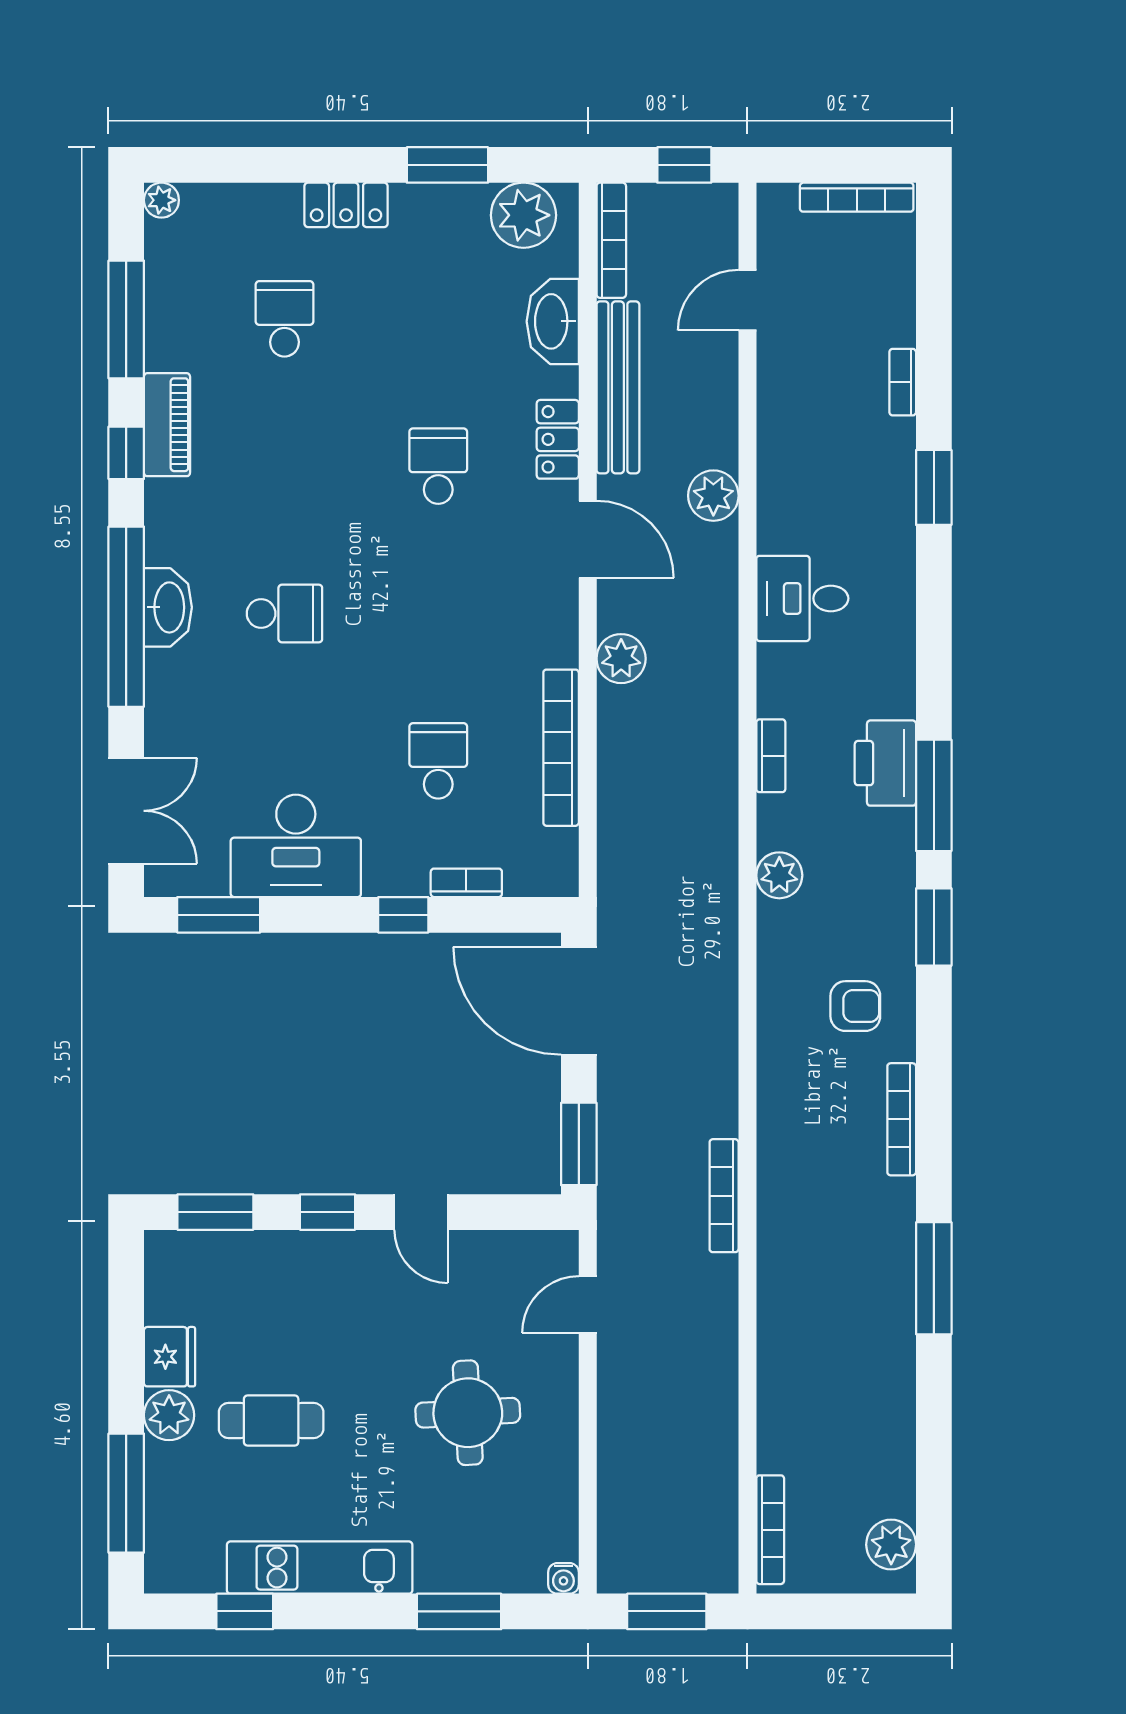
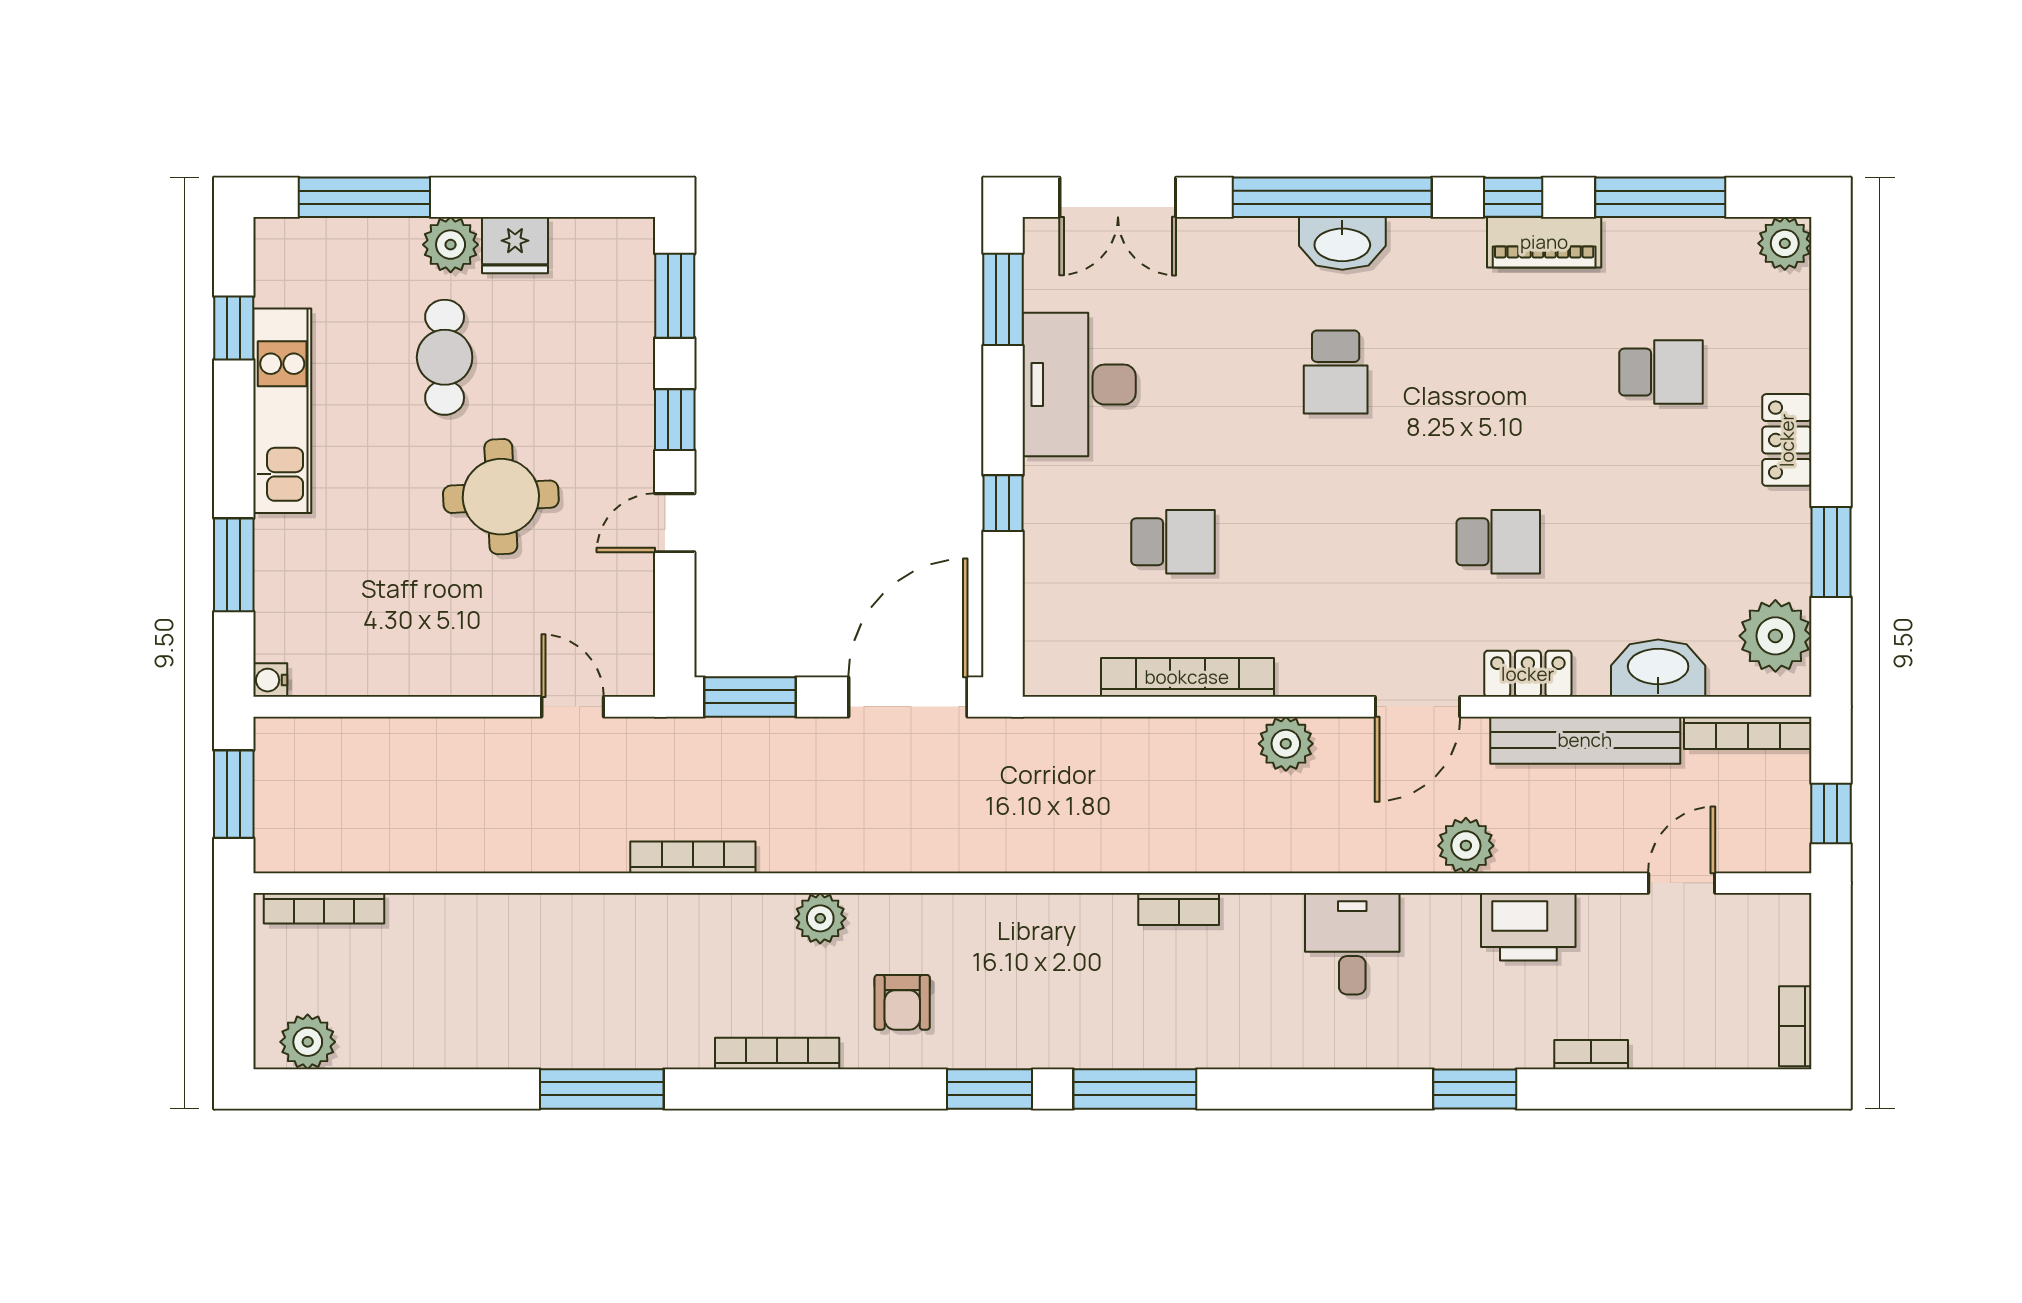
bookcase: (857, 197) -> (1795, 1026), width x0.64
plant: (161, 200) -> (1785, 243), width x1.38, depth x1.38
door: (747, 300) -> (1682, 883), hinge flipped
printer: (885, 763) -> (1528, 927), moved, turned 180
plant: (779, 875) -> (820, 918), moved
bookcase: (466, 883) -> (1038, 573), removed
round table: (468, 1413) -> (501, 497), moved

